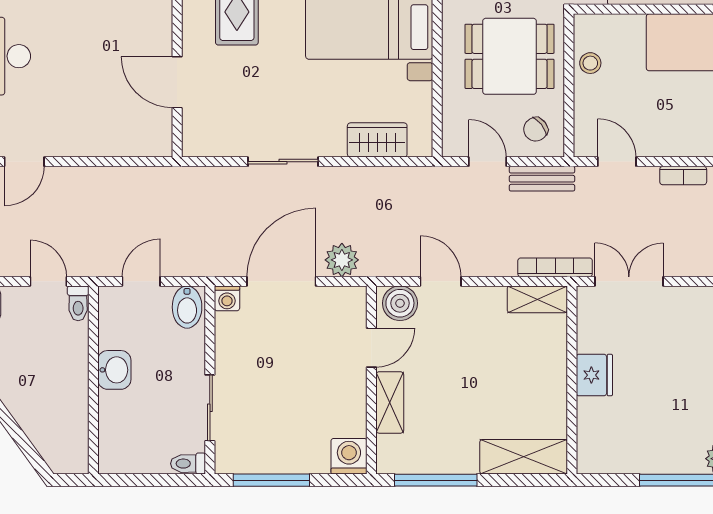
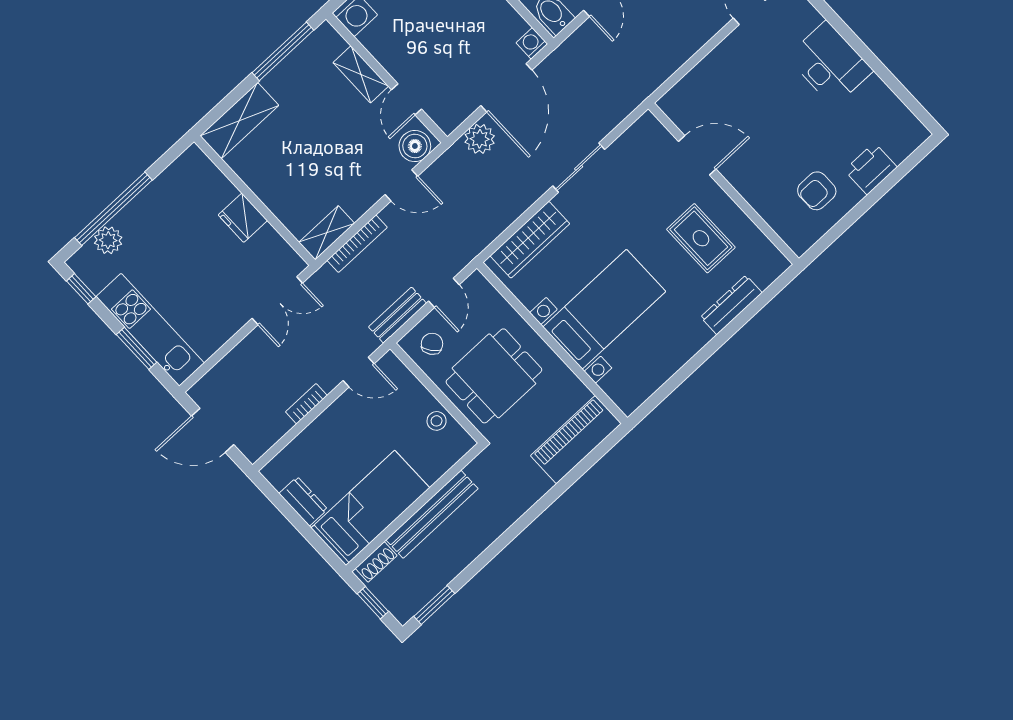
wardrobe: (377, 140) -> (530, 240), width x1.50
door: (487, 162) -> (444, 293), hinge flipped
bookcase: (555, 267) -> (357, 244), moved

